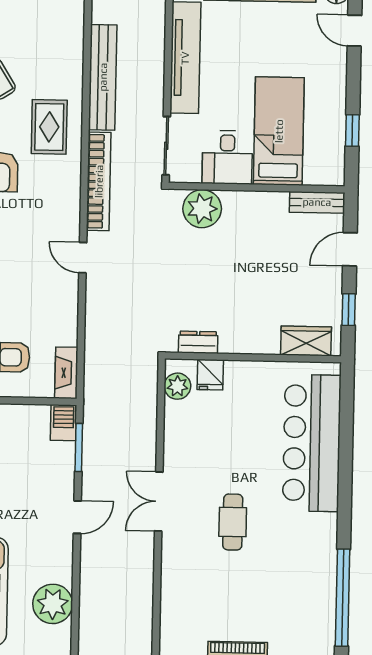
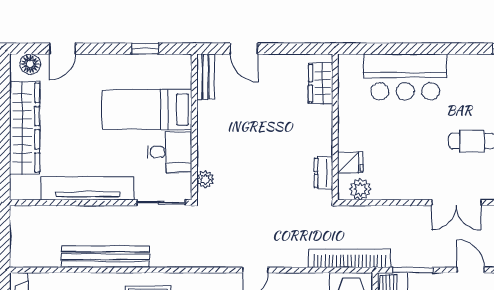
bookcase: (99, 181) -> (350, 258), moved
plant: (202, 209) -> (205, 179), width x0.53, depth x0.53
window: (349, 310) -> (294, 49), removed
bar counter: (312, 443) -> (405, 77), width x0.73

